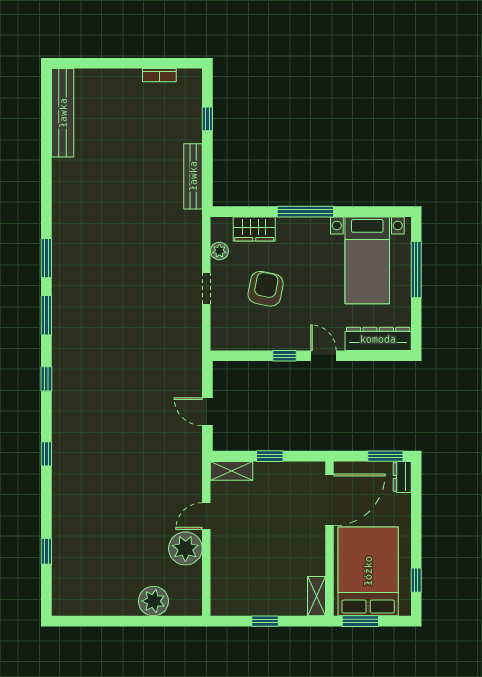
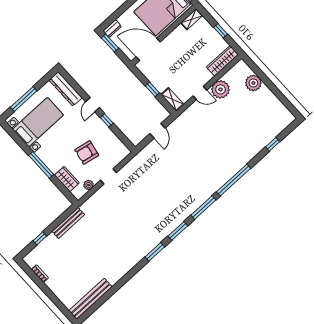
window: (46, 379) -> (203, 208), width x2.17
window: (46, 454) -> (234, 180), width x3.17
wardrobe: (222, 586) -> (222, 61), added

